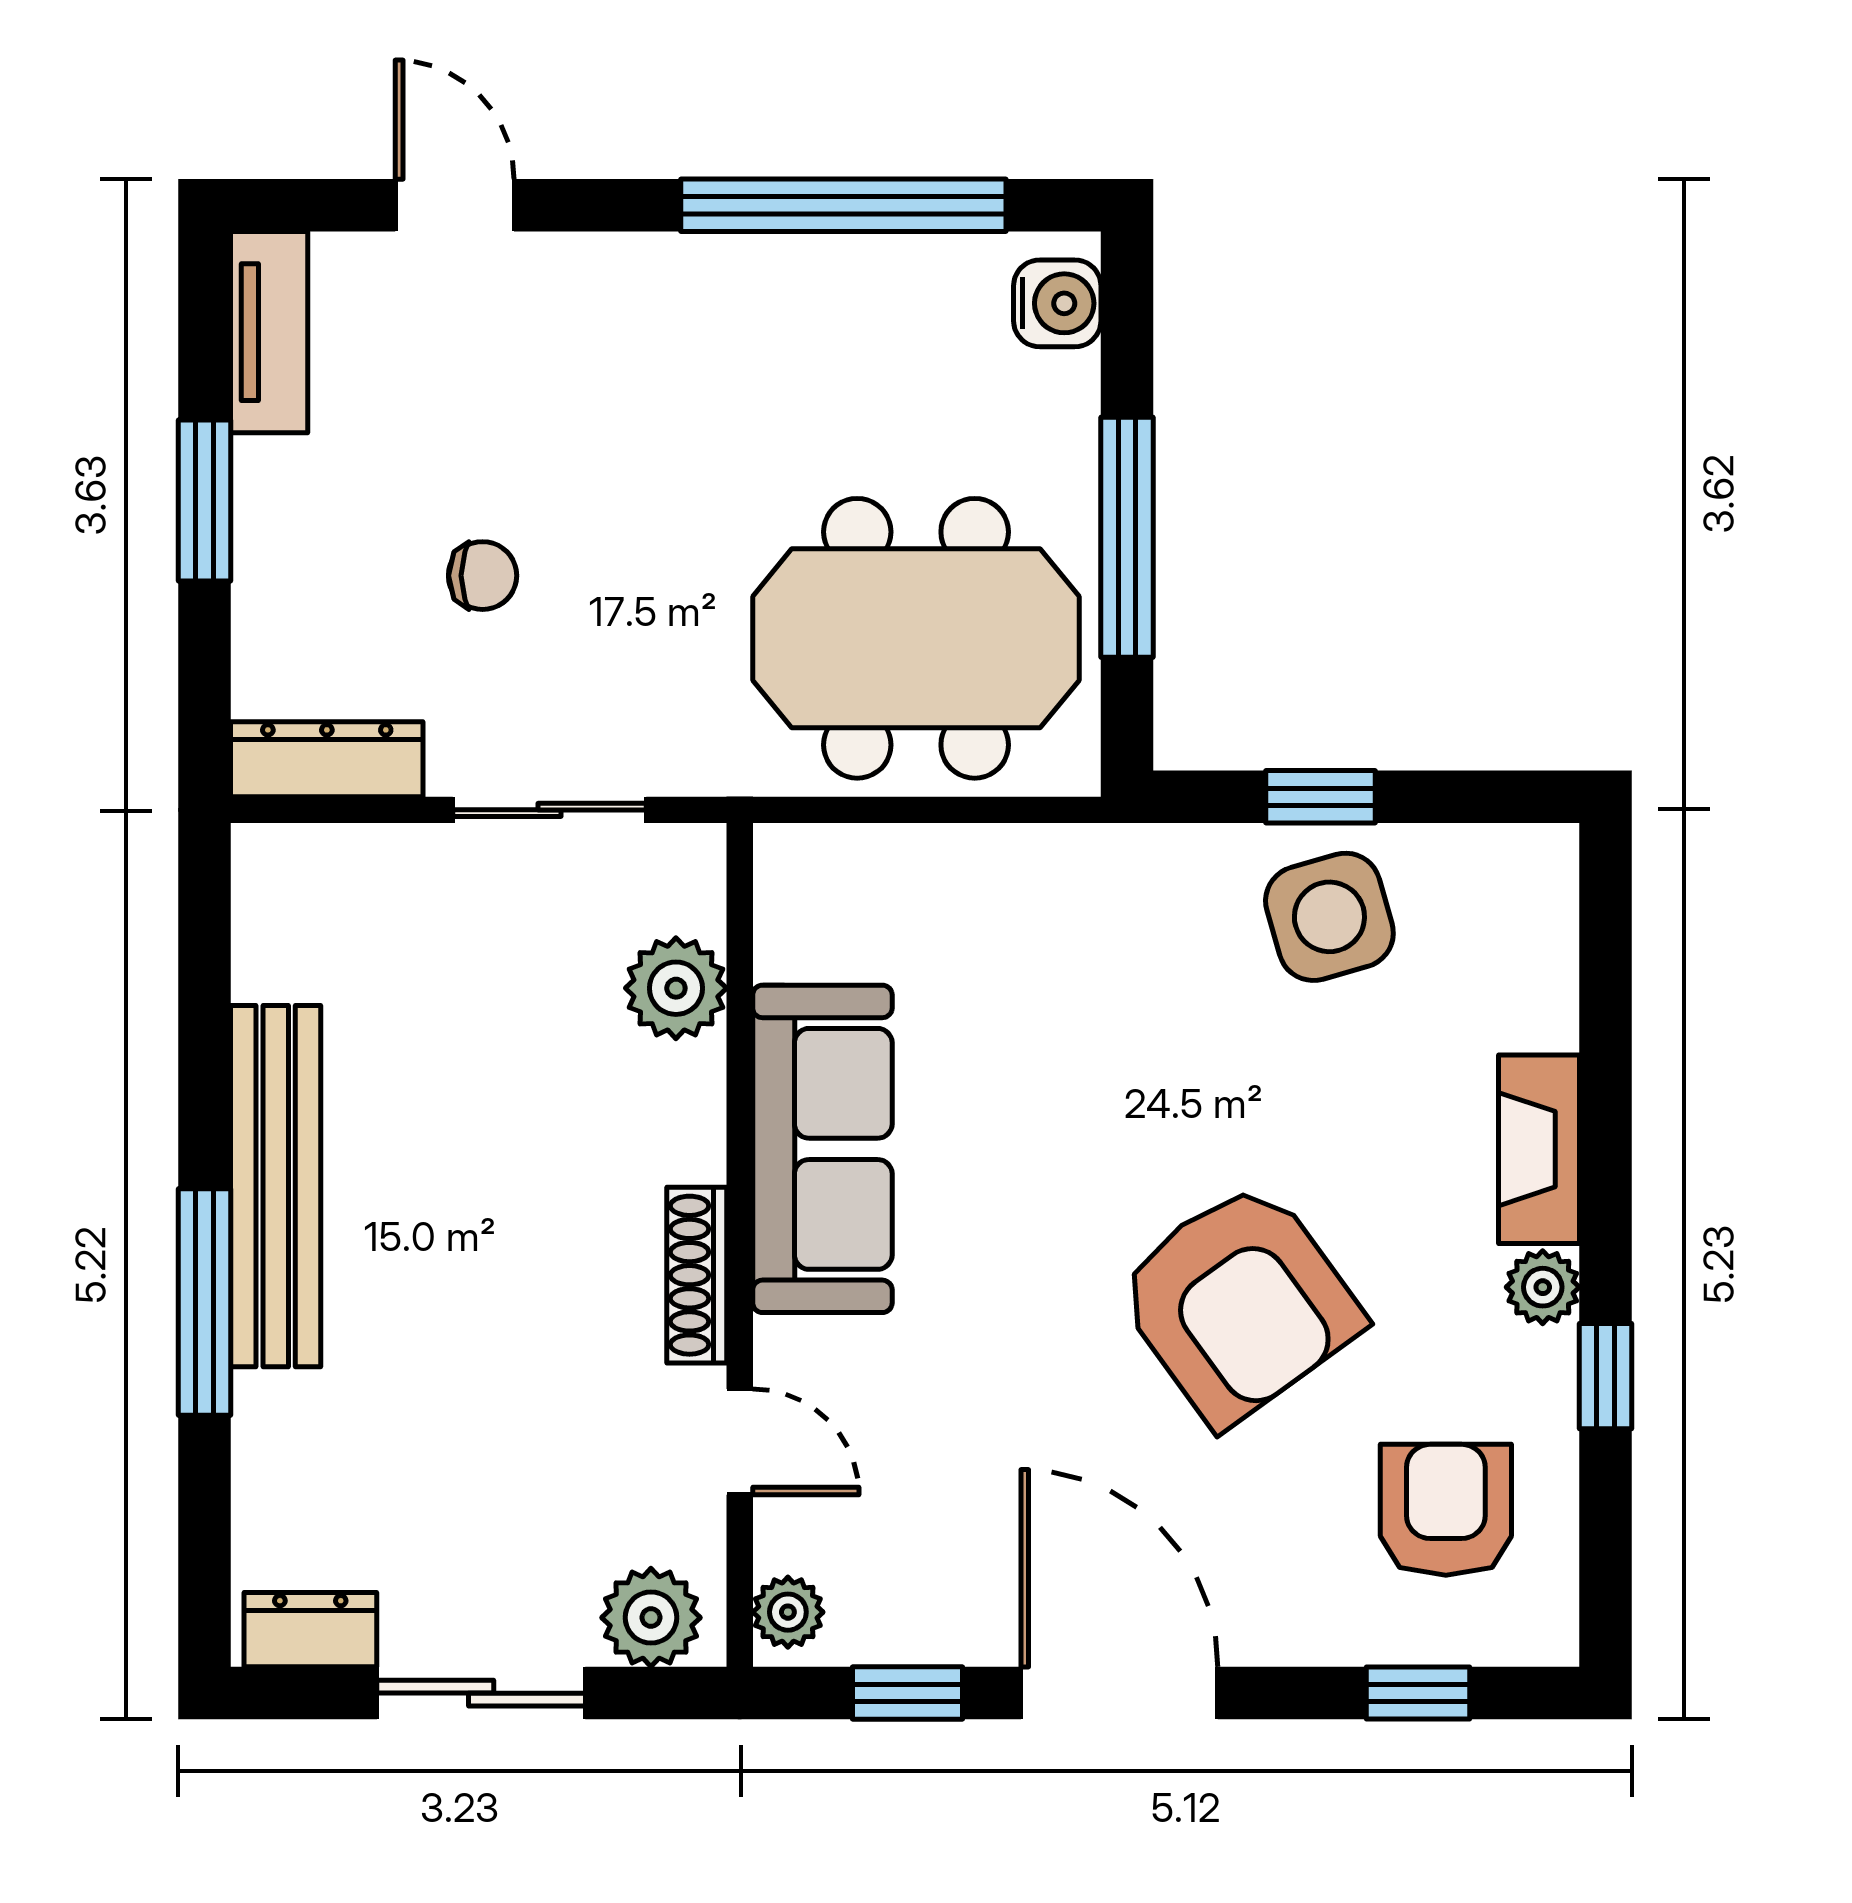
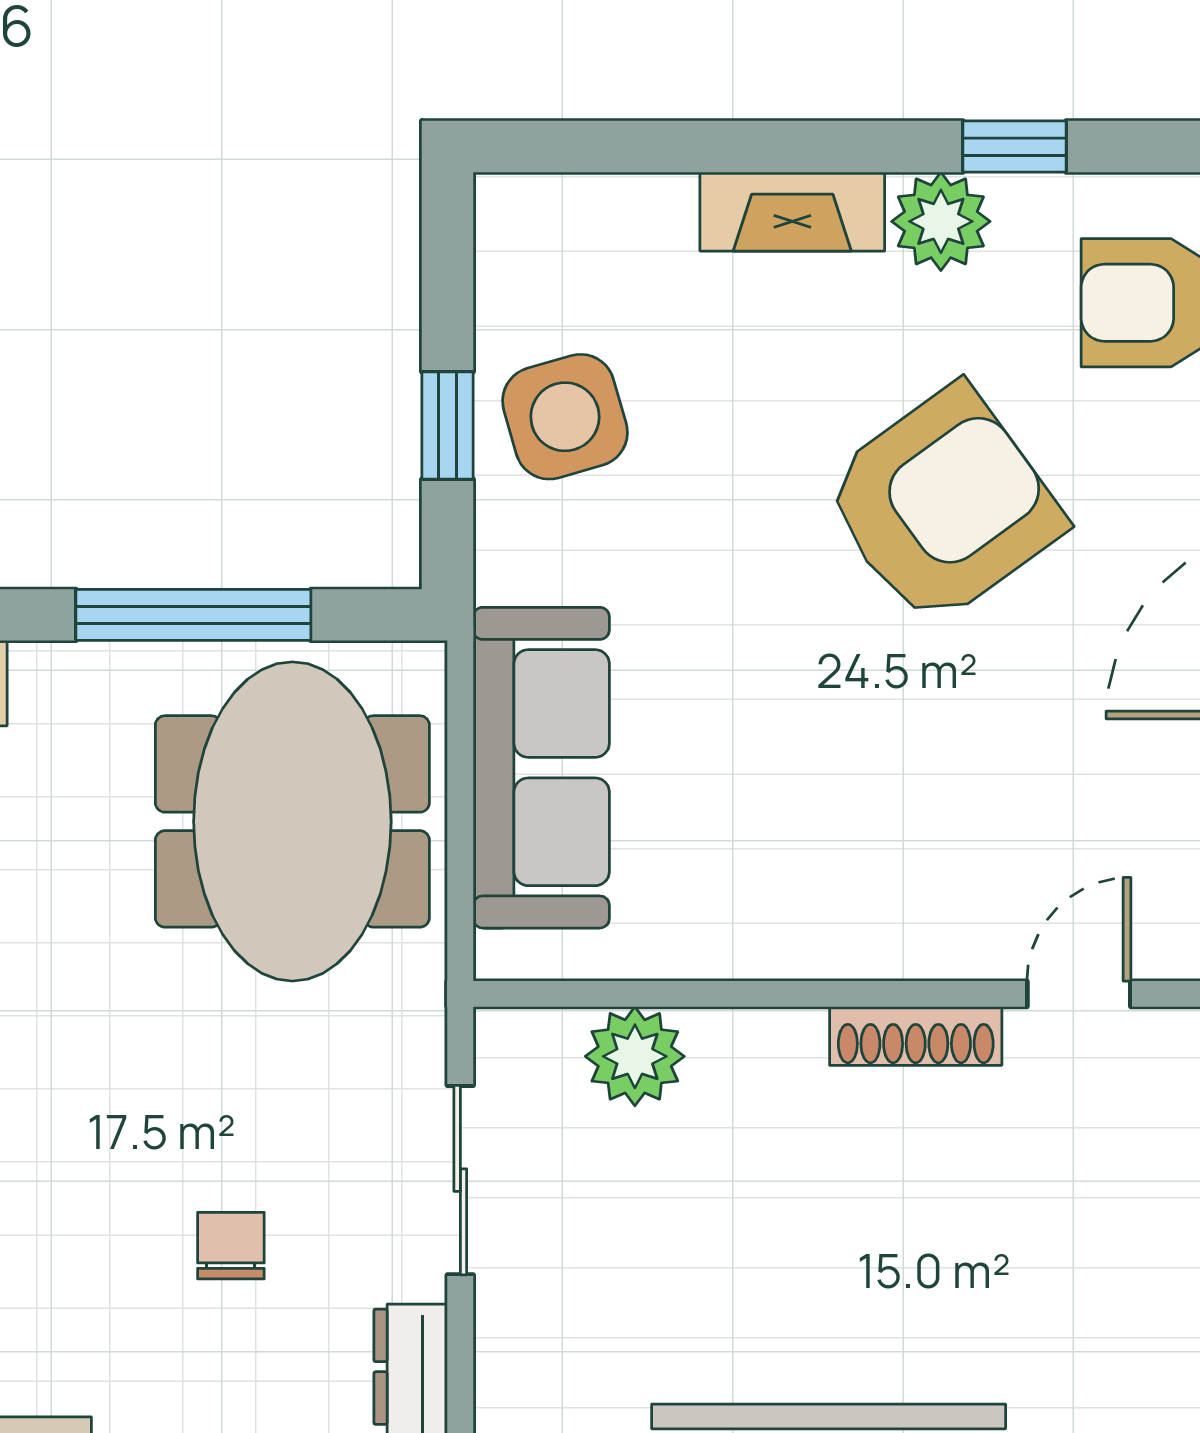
sofa: (822, 1149) -> (541, 768), moved, turned 90
plant: (1543, 1287) -> (941, 221), width x1.38, depth x1.38

